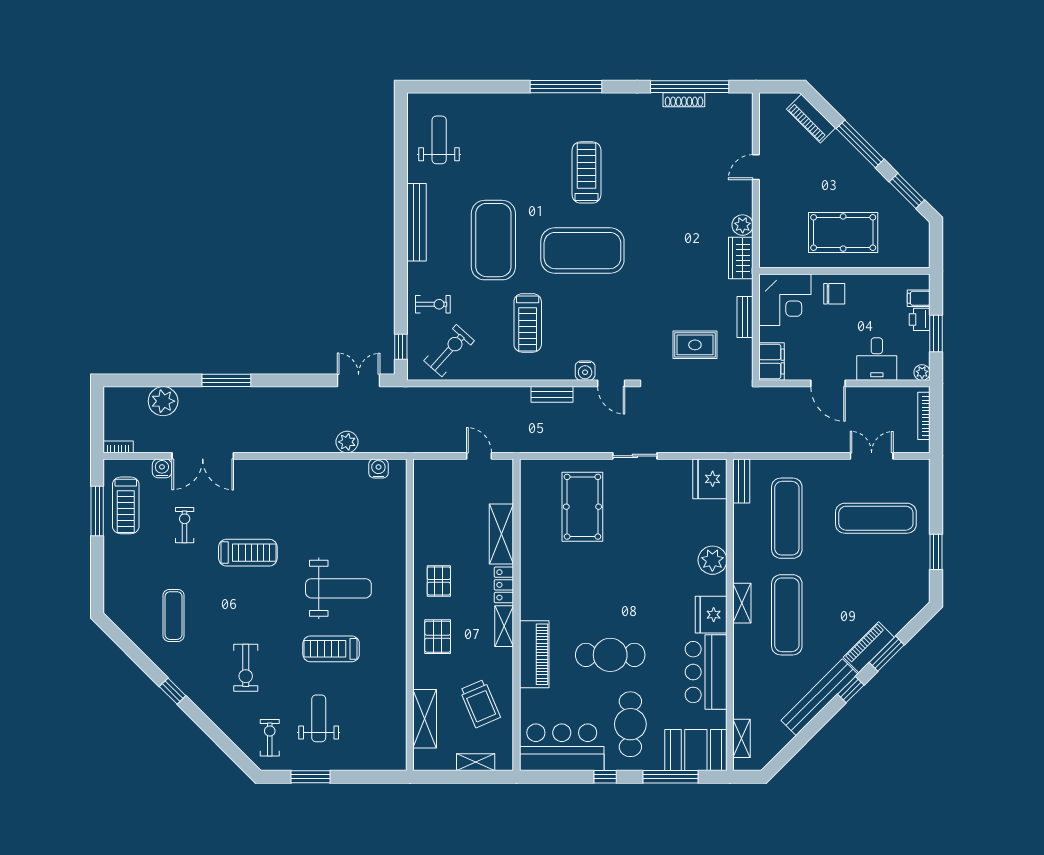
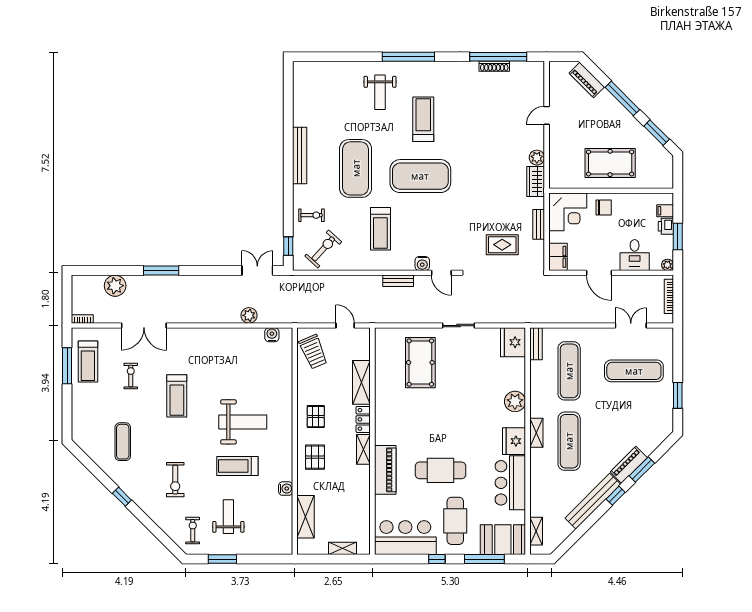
weight bench: (439, 140) -> (380, 92), moved, turned 180
water cooler: (162, 468) -> (286, 489), moved, turned 90
treadmill: (248, 553) -> (177, 396), turned 90
trolley: (480, 704) -> (313, 352), moved

